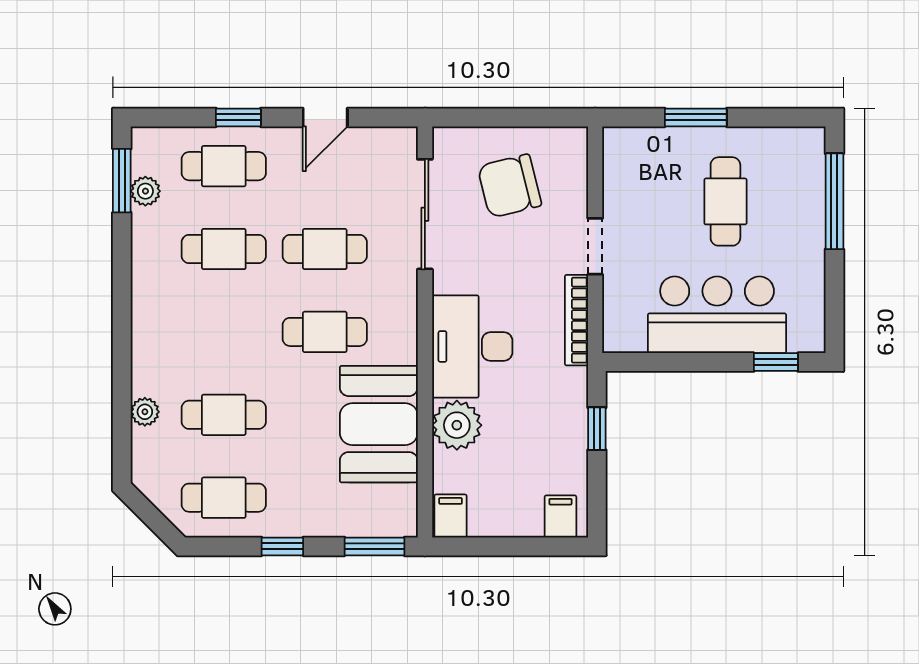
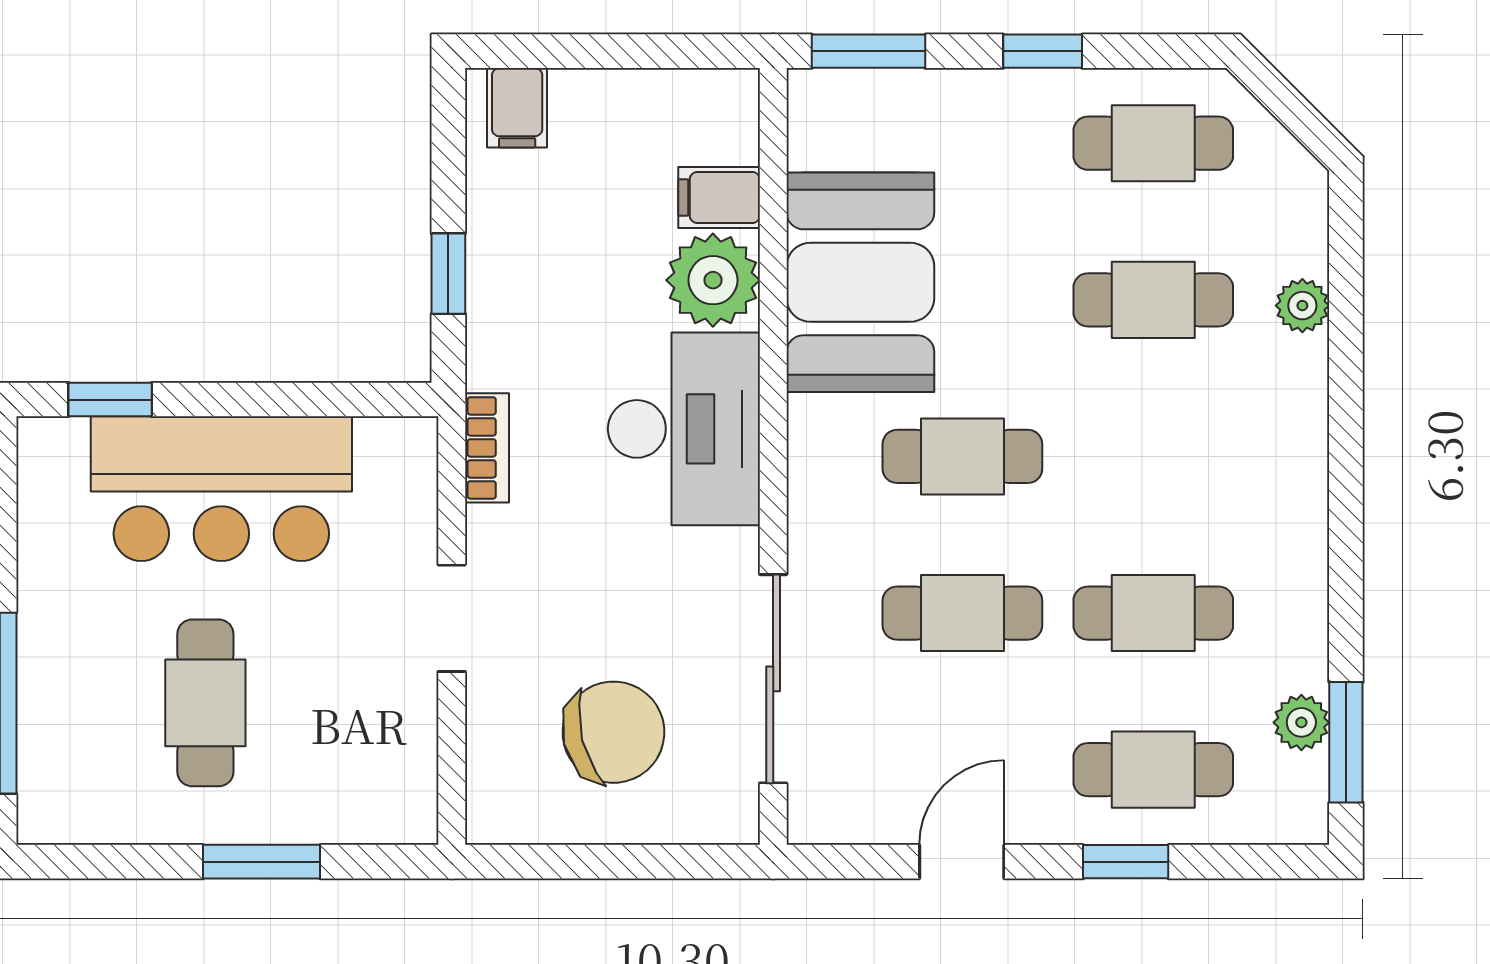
bookcase: (576, 320) -> (487, 448), width x0.64
filing cabinet: (450, 516) -> (719, 198), moved, turned 90

